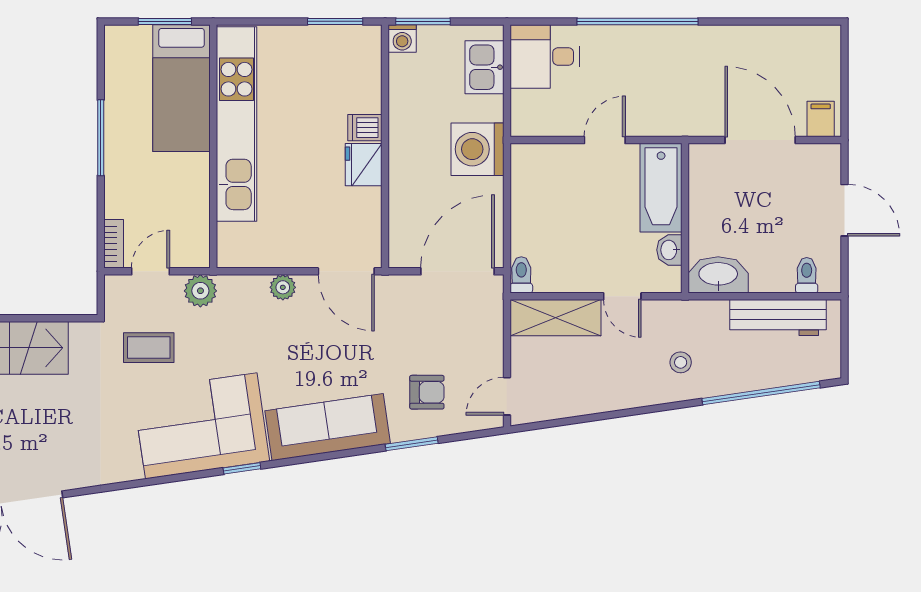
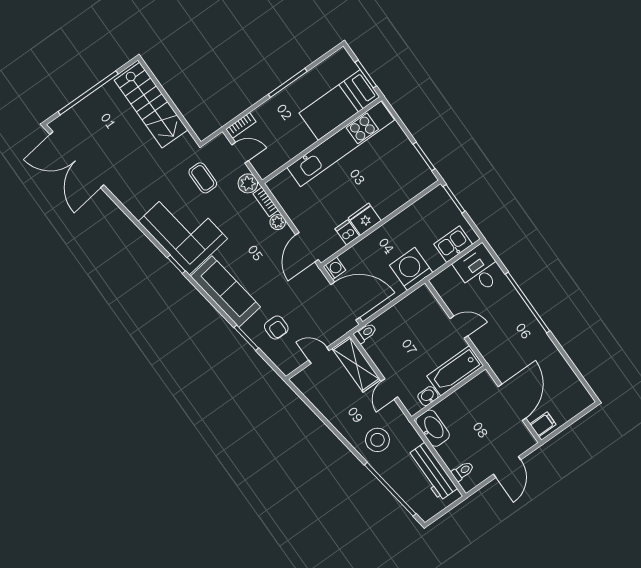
washing machine: (402, 38) -> (334, 268), moved, turned 180
dishwasher: (365, 128) -> (347, 232), moved
bookcase: (243, 284) -> (266, 202), added
stool: (681, 362) -> (377, 440), width x1.89, depth x1.89
door: (507, 396) -> (319, 355), moved

